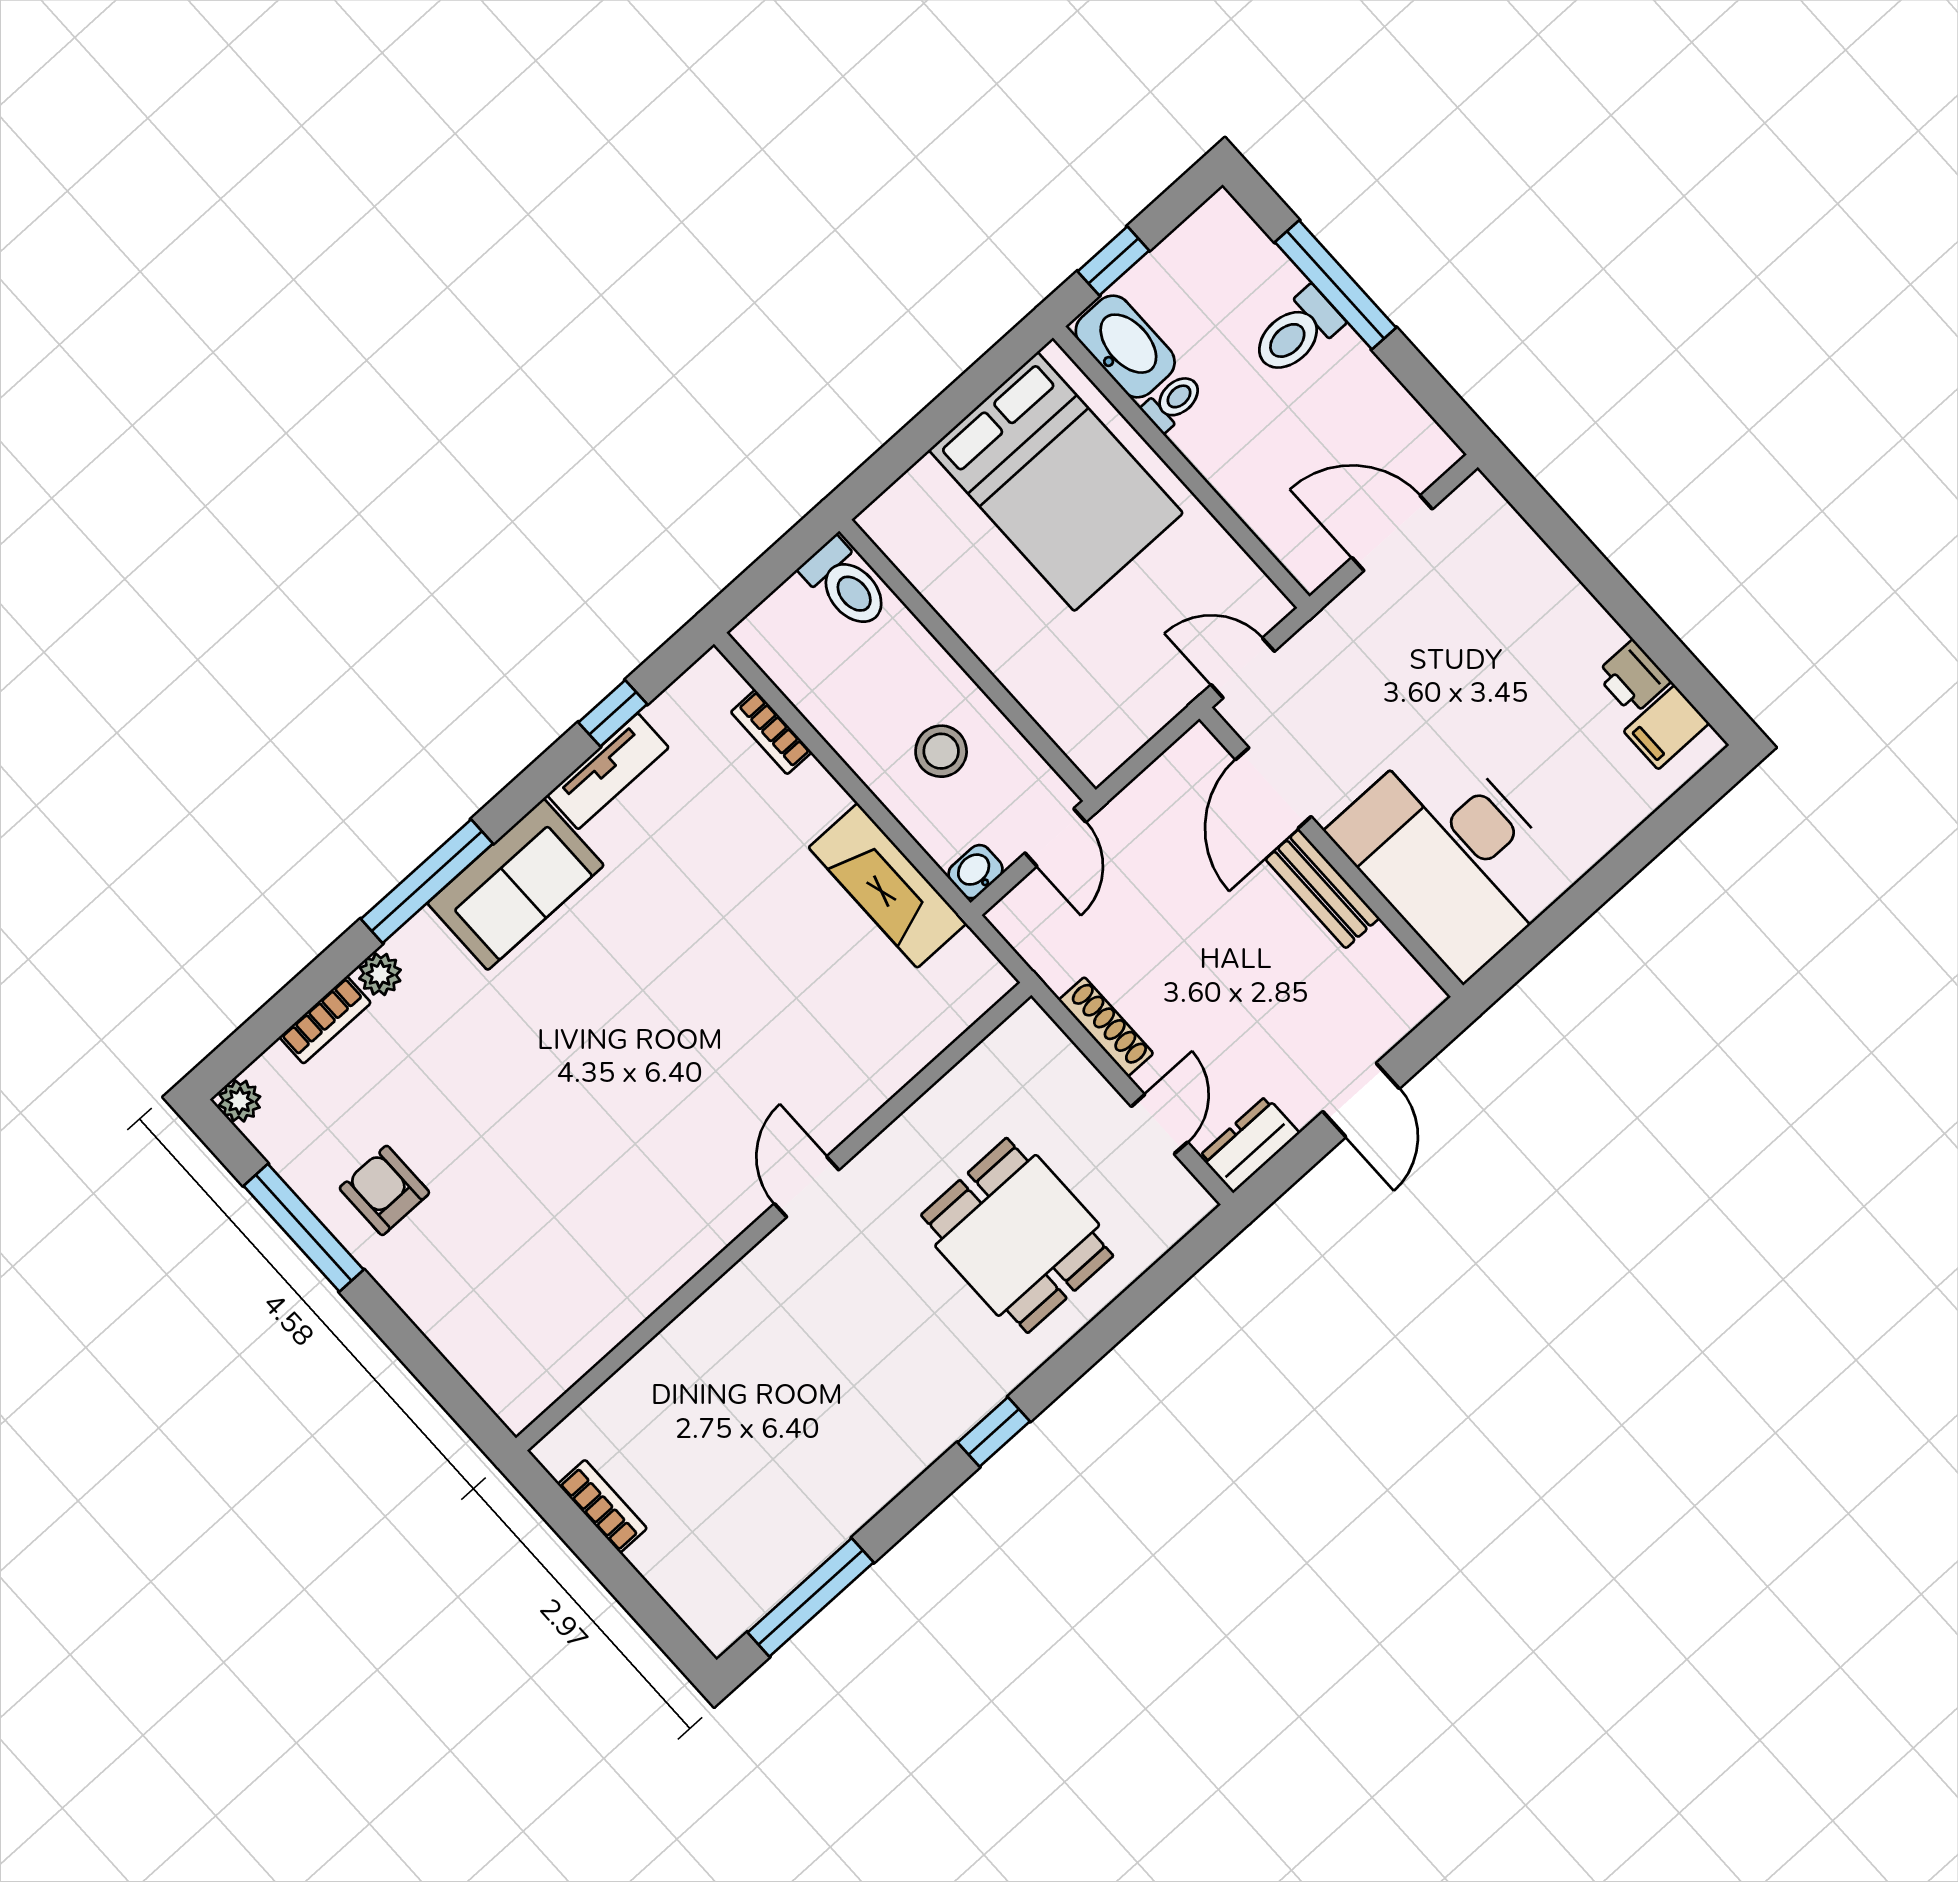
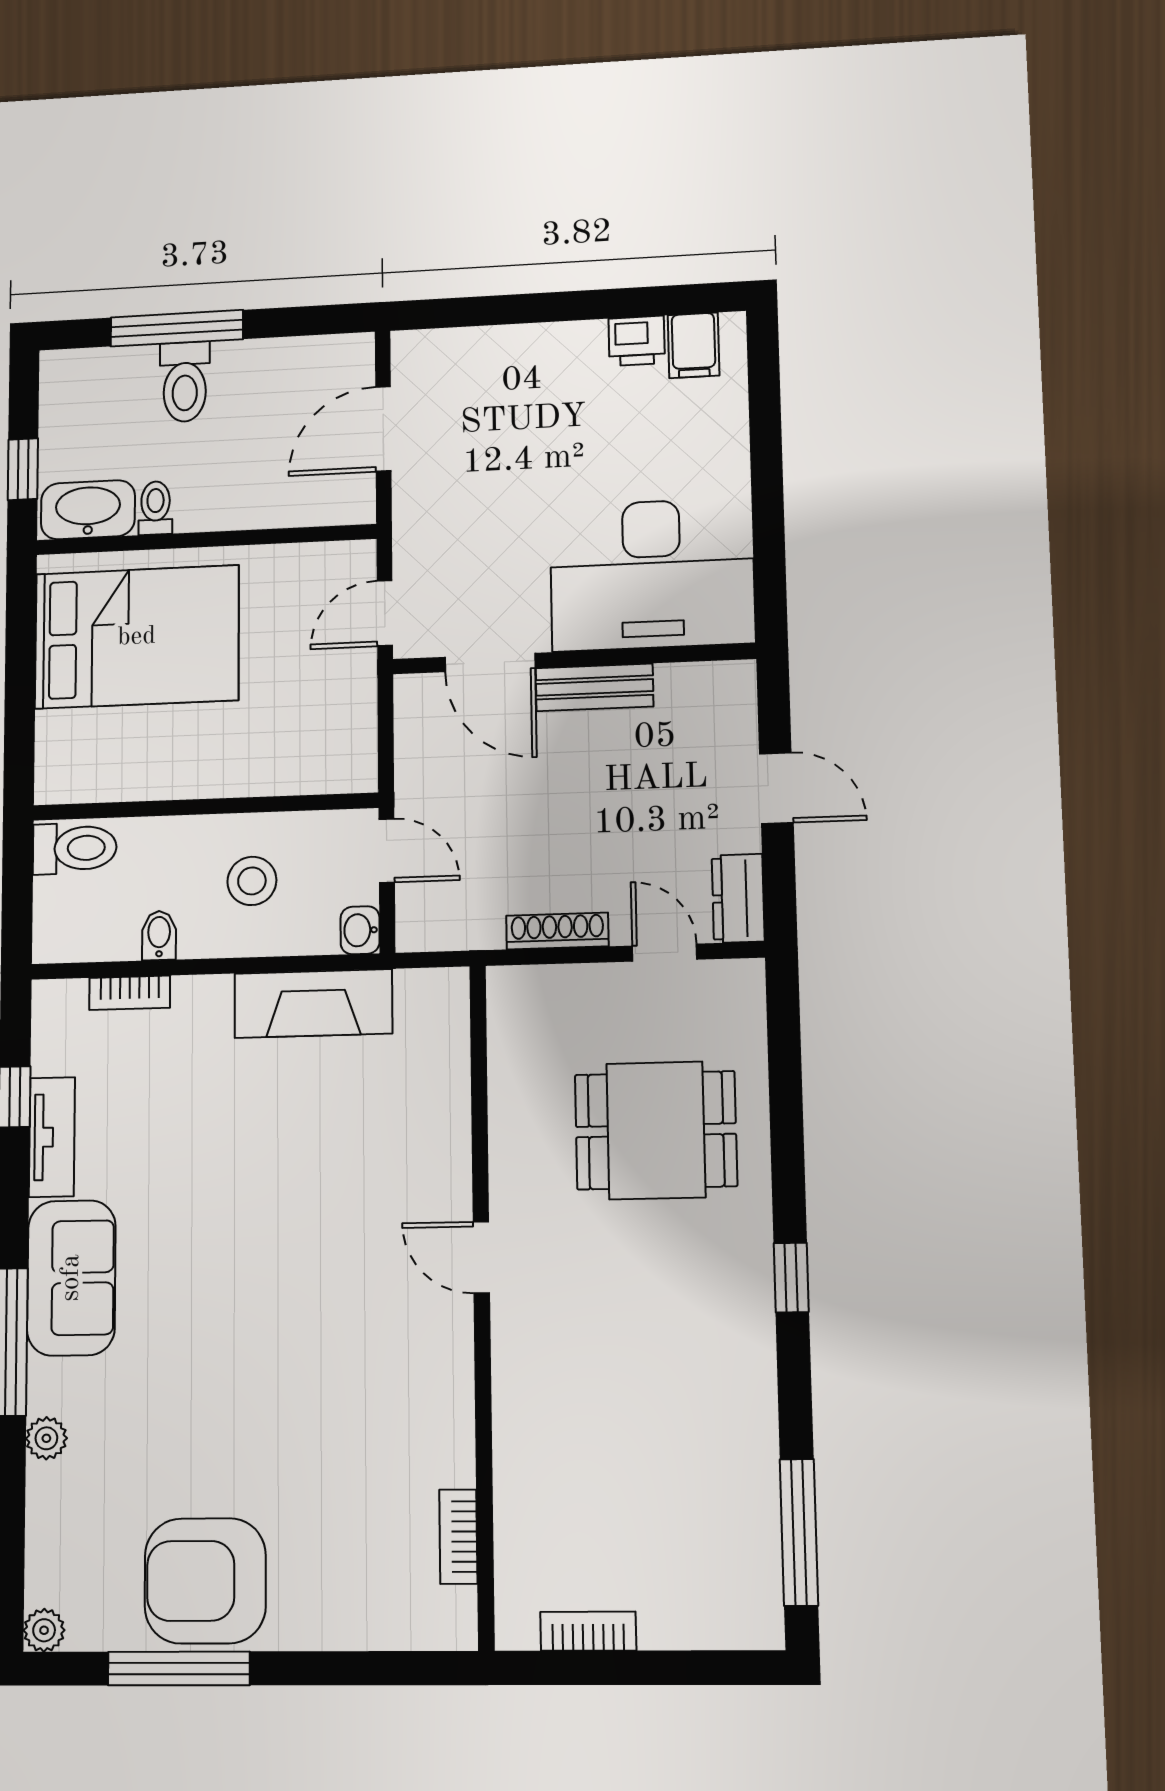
bidet: (836, 715) -> (159, 936), added
bookcase: (325, 1020) -> (458, 1537), moved, turned 180
armchair: (384, 1190) -> (205, 1581), width x1.88, depth x1.88

